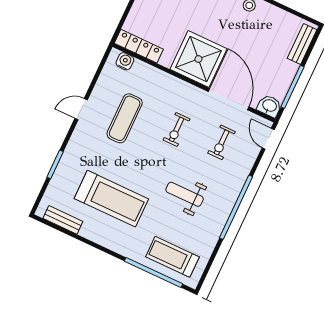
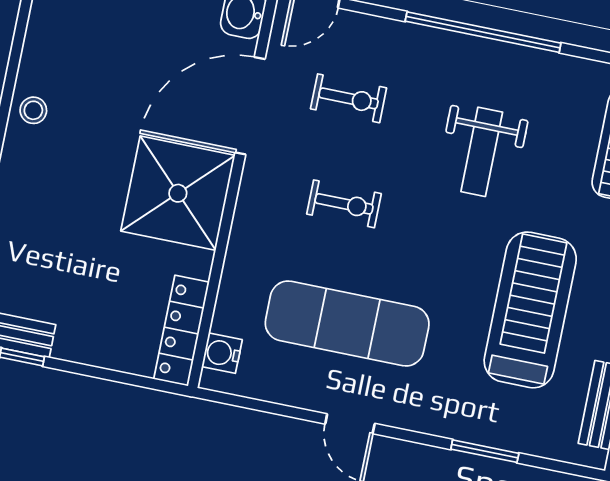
exercise mat: (125, 118) -> (347, 324), width x1.36, depth x1.45

